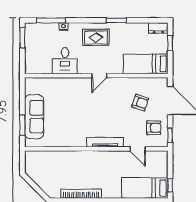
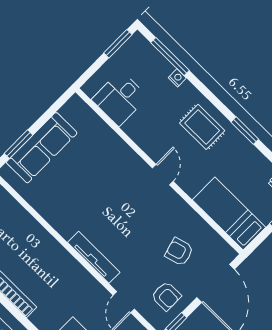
desk: (65, 61) -> (120, 98), moved
door: (99, 76) -> (163, 175), swing flipped
armchair: (140, 102) -> (179, 252), turned 146

